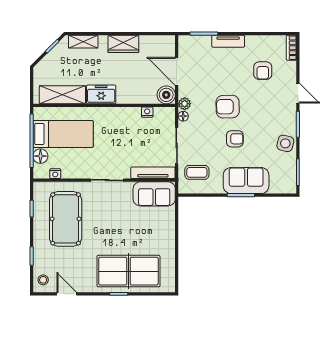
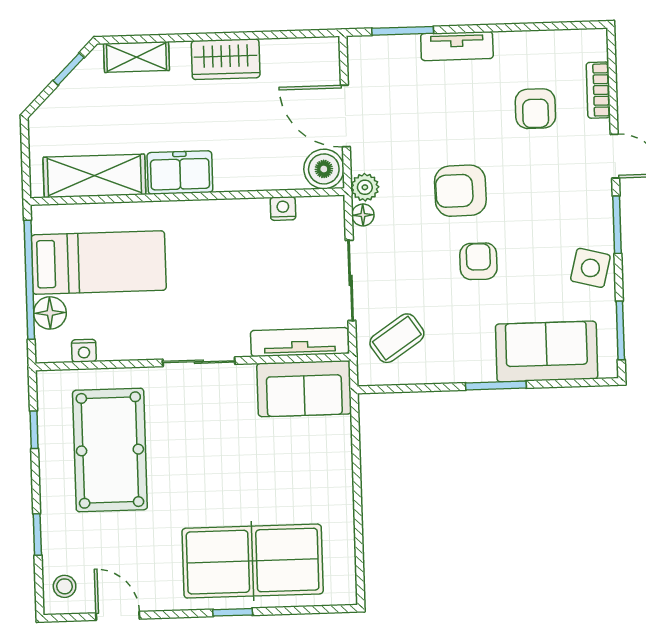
bookcase: (291, 48) -> (598, 90), moved
armchair: (235, 139) -> (478, 261), turned -90
coffee table: (197, 172) -> (397, 338), turned -34
sofa: (246, 181) -> (547, 352), moved

